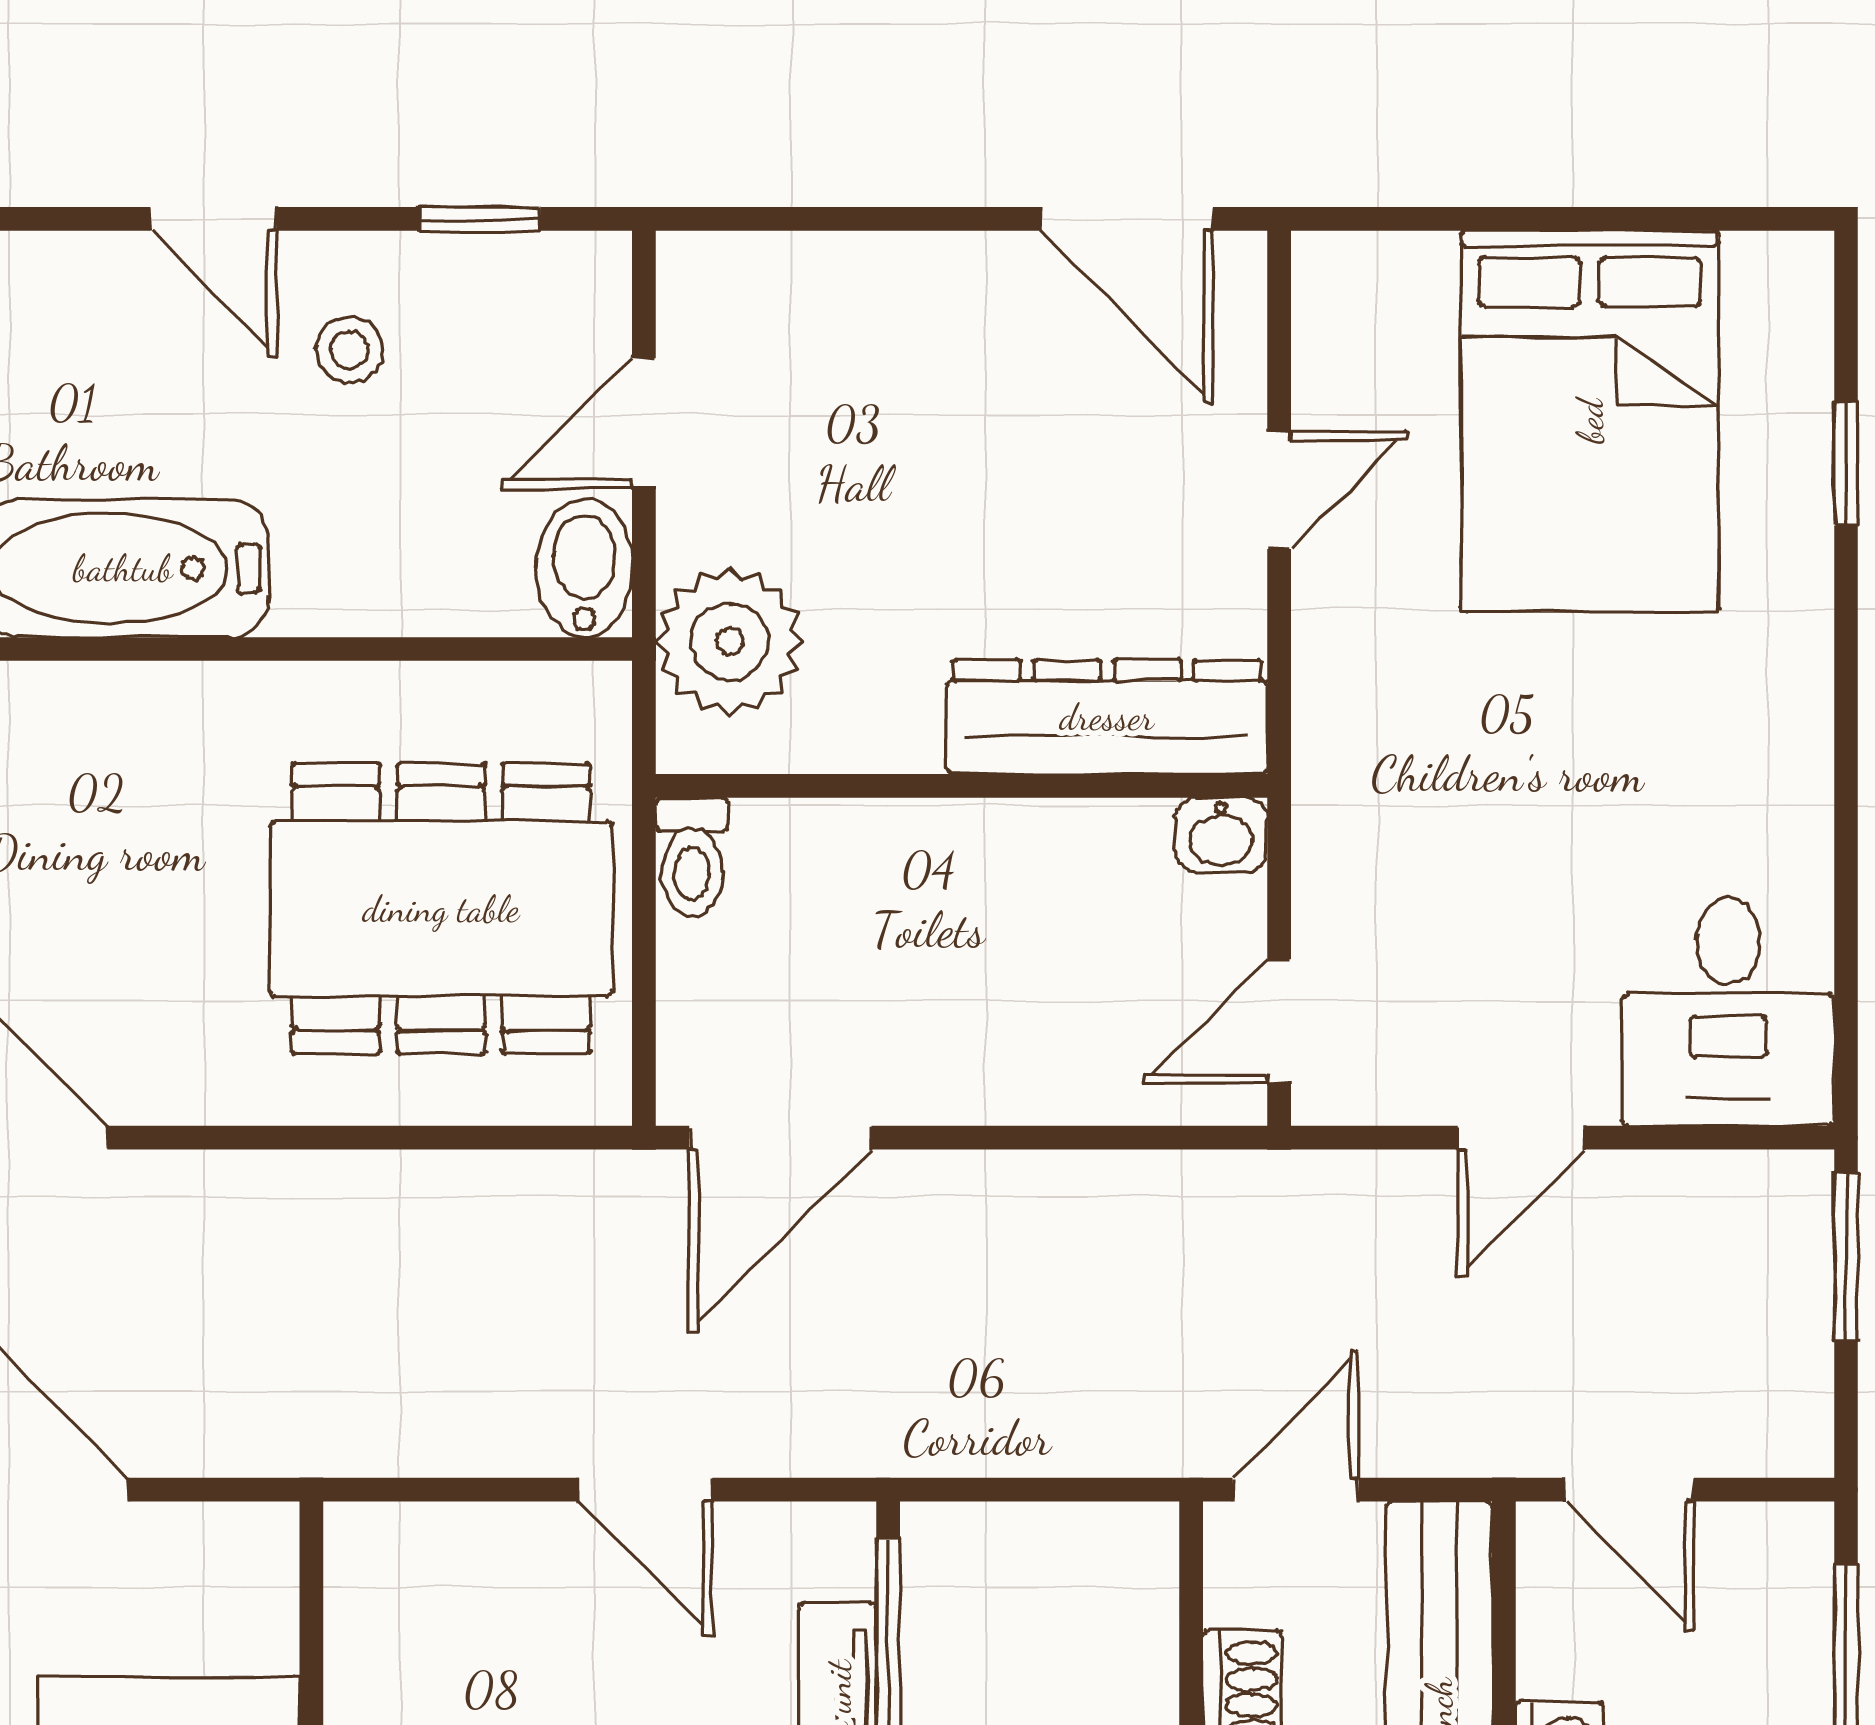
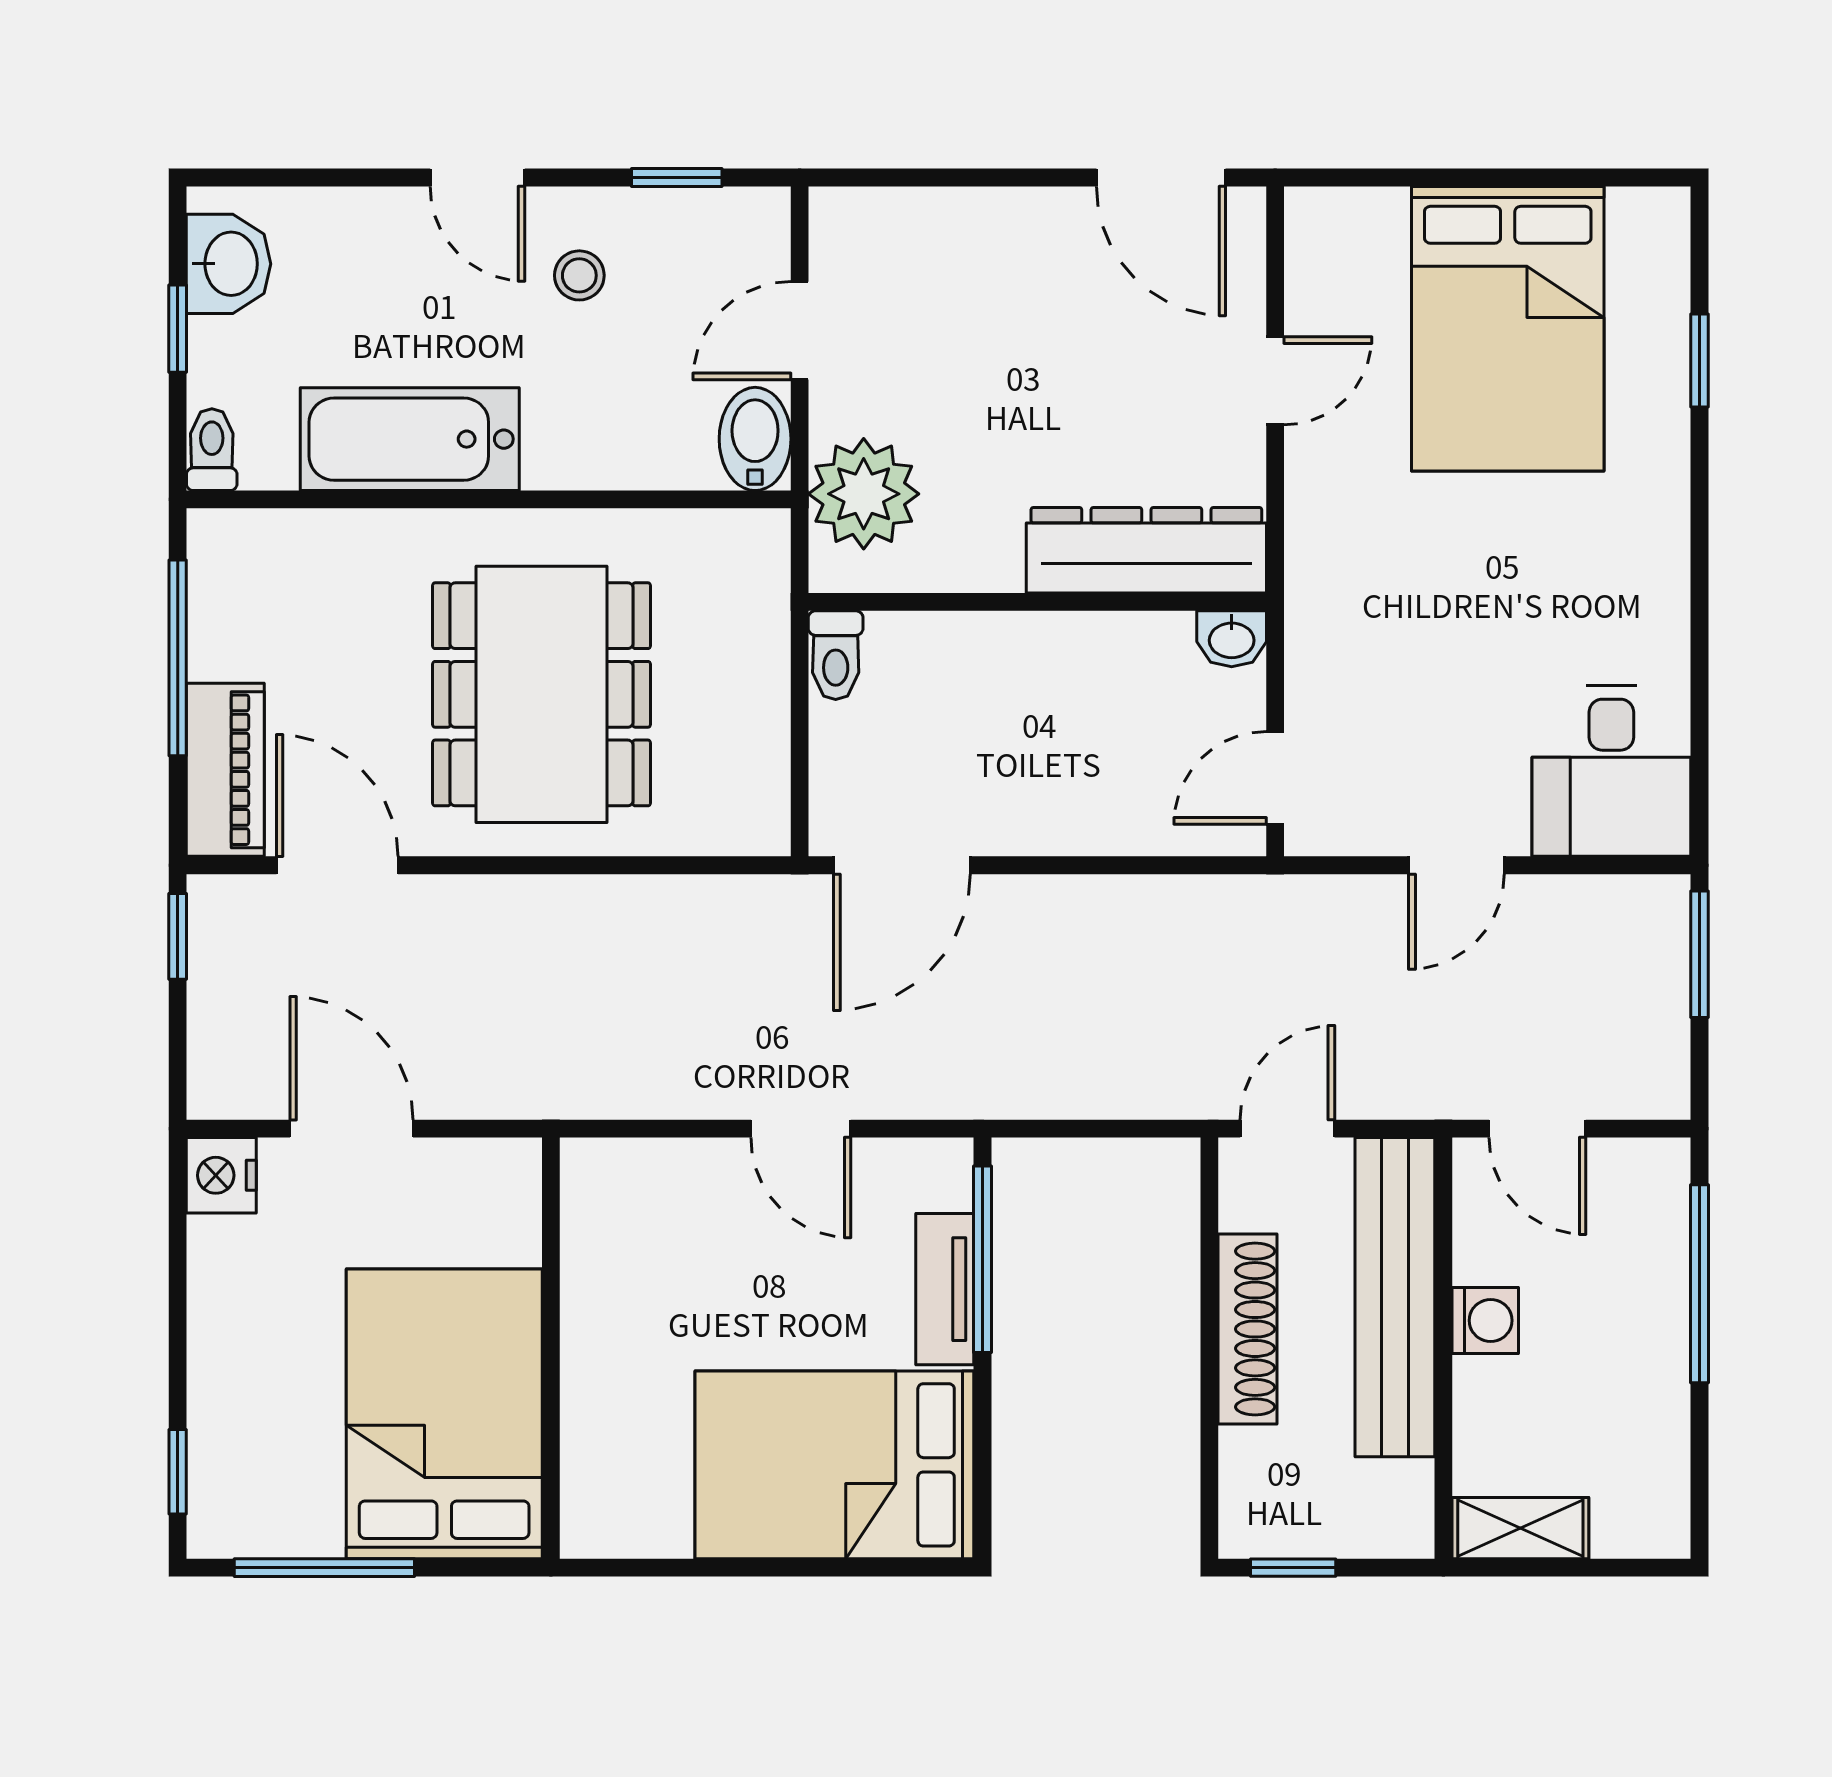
dining table: (441, 909) -> (542, 694), moved, turned 90

